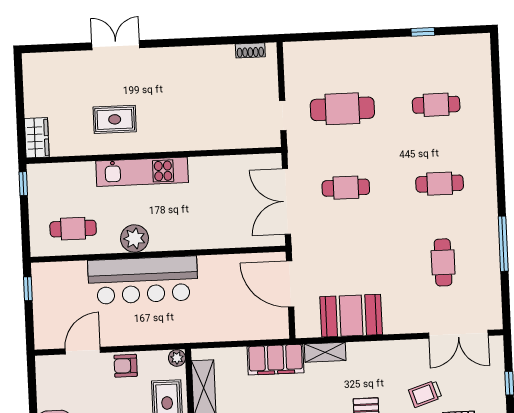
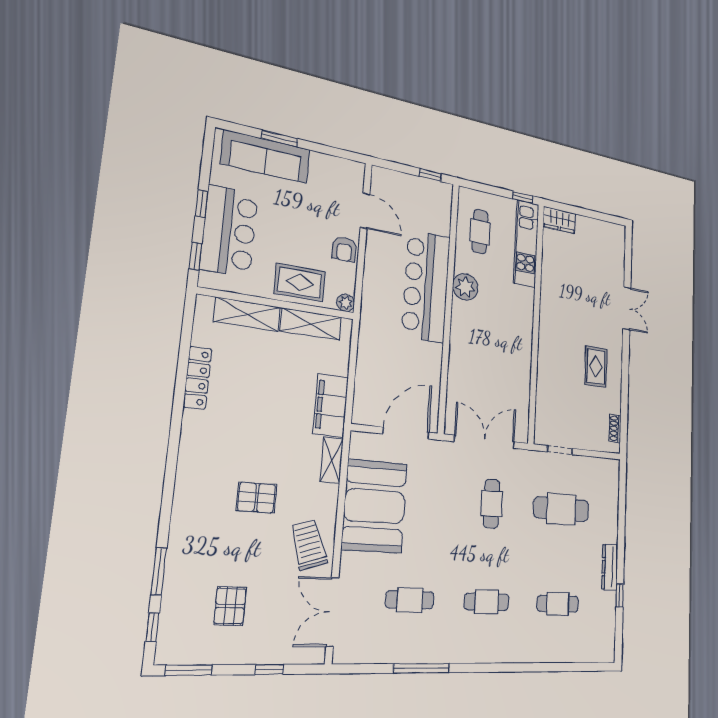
dresser: (395, 46) -> (610, 567), added
cafe table: (436, 105) -> (558, 604), turned 90
cafe table: (342, 109) -> (561, 509), turned 90
rug: (115, 119) -> (596, 367), moved
kitchen unit: (142, 172) -> (526, 244), moved
cafe table: (440, 184) -> (487, 602), turned 90
booth: (351, 316) -> (375, 506), width x1.36, depth x1.42
armchair: (126, 366) -> (344, 249), turned 180
trolley: (425, 394) -> (309, 545), moved, width x1.36, depth x1.39

